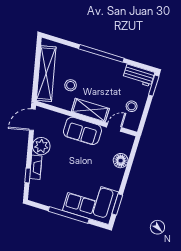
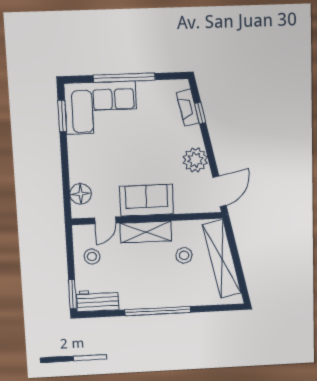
floor lamp: (121, 161) -> (81, 194), moved
fireplace: (36, 167) -> (188, 108), moved

